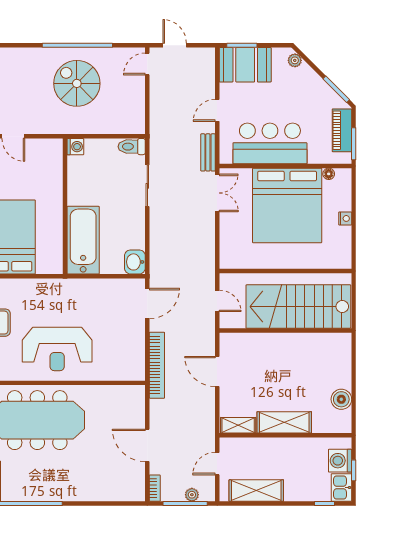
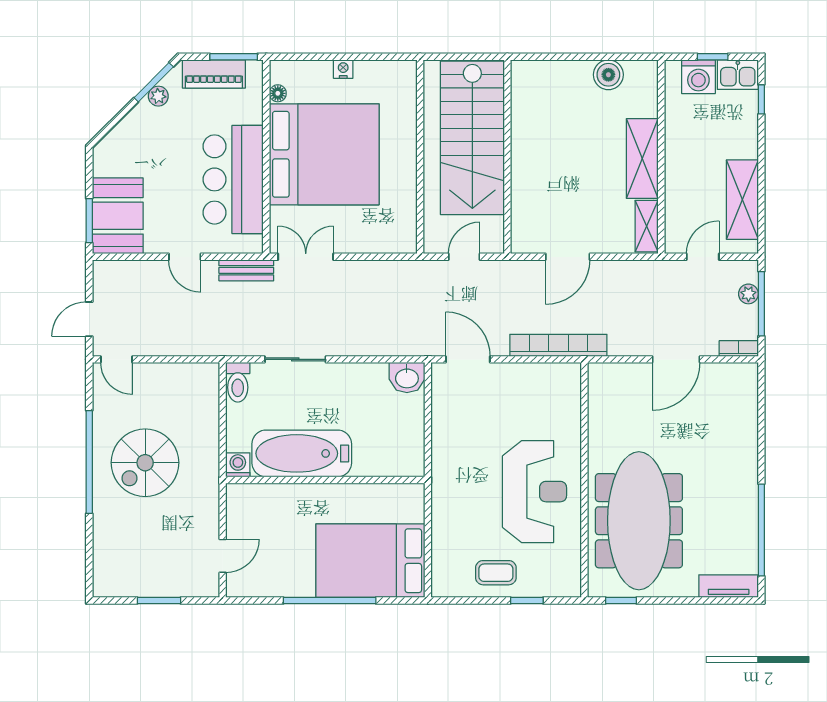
plant: (295, 60) -> (158, 96), moved
bathtub: (83, 240) -> (302, 453), moved
door: (217, 464) -> (703, 257), swing flipped

